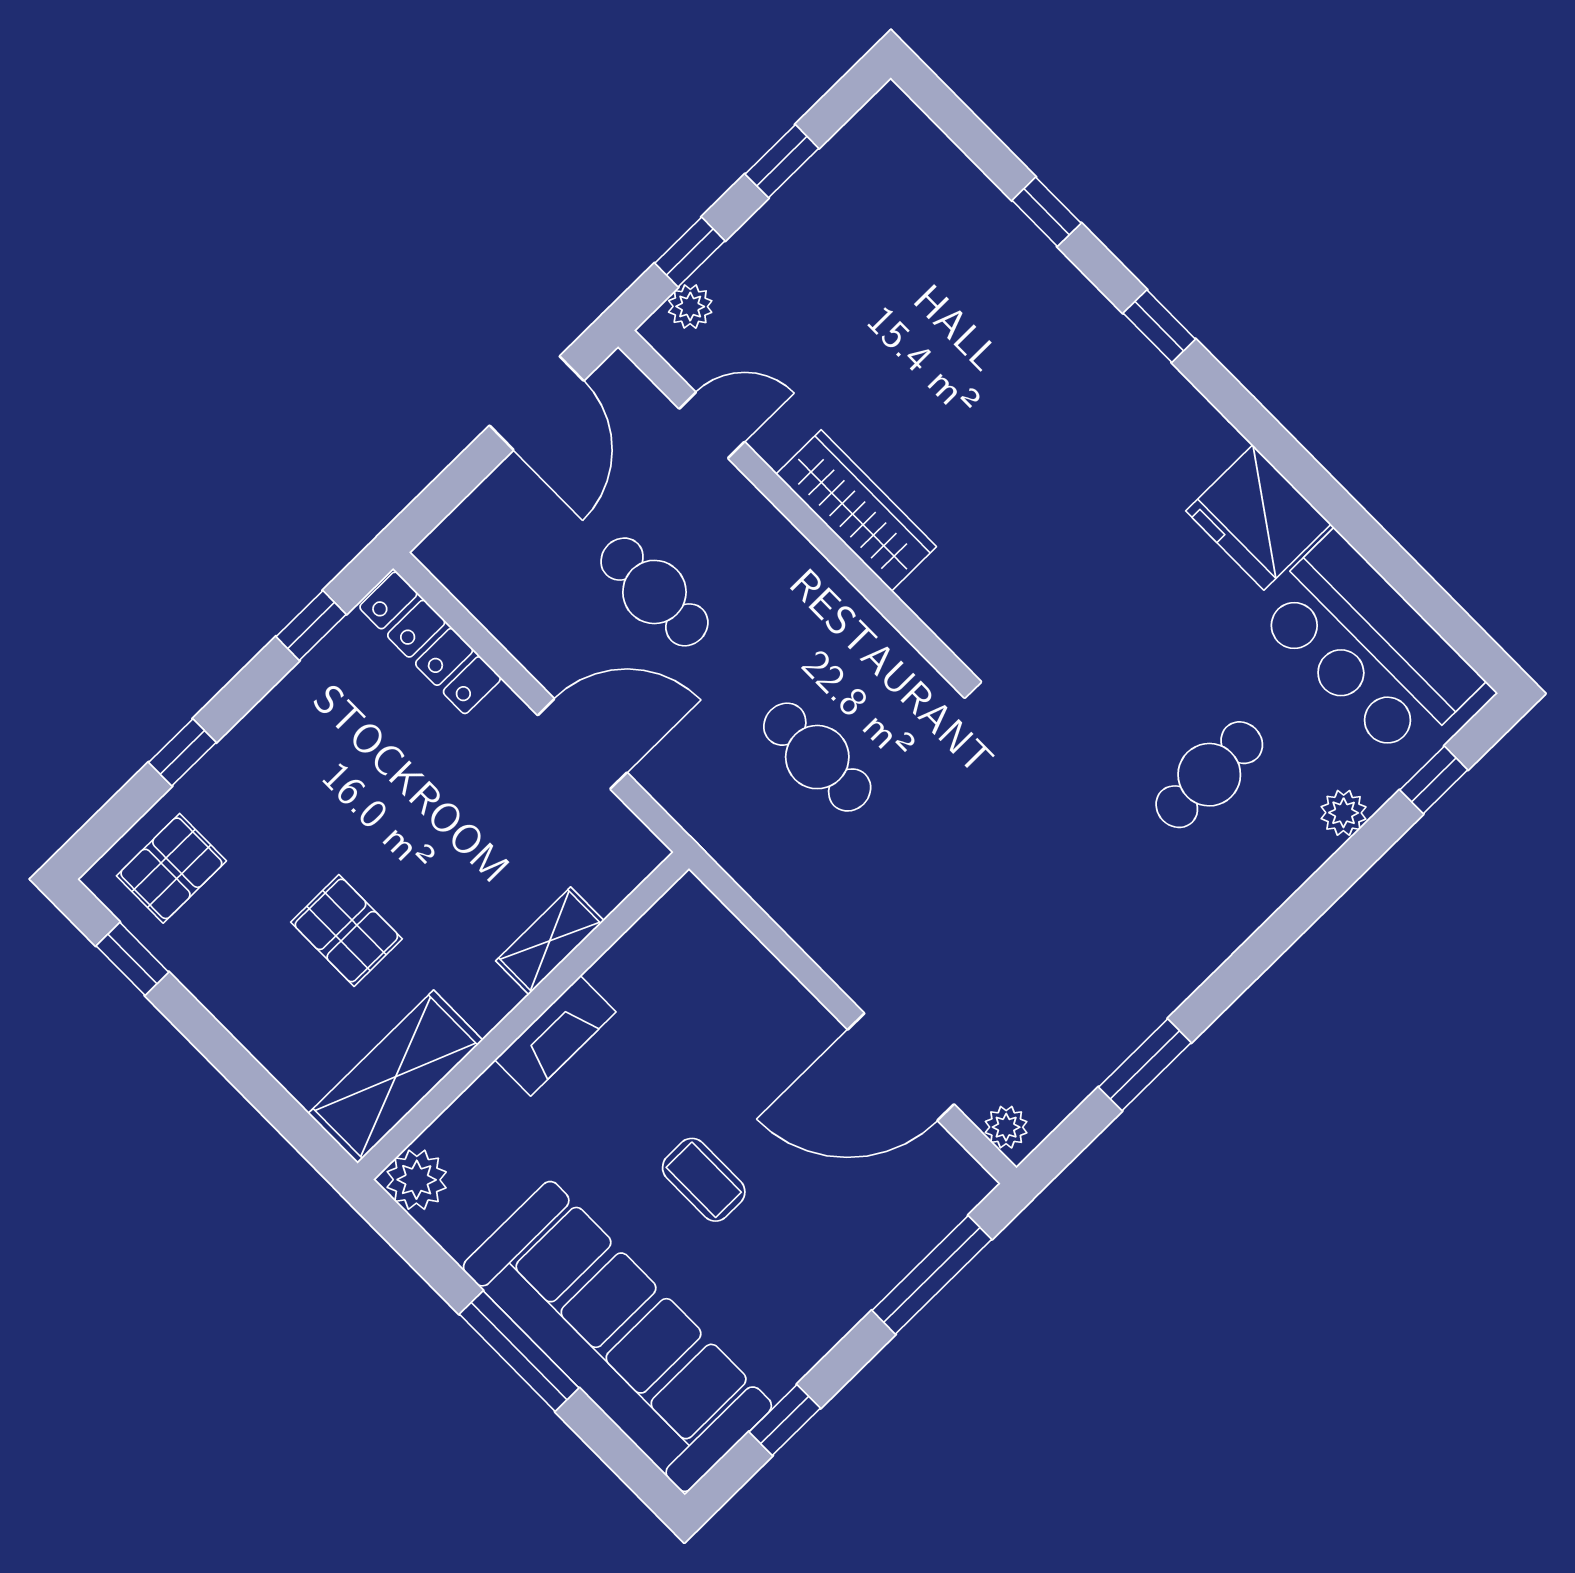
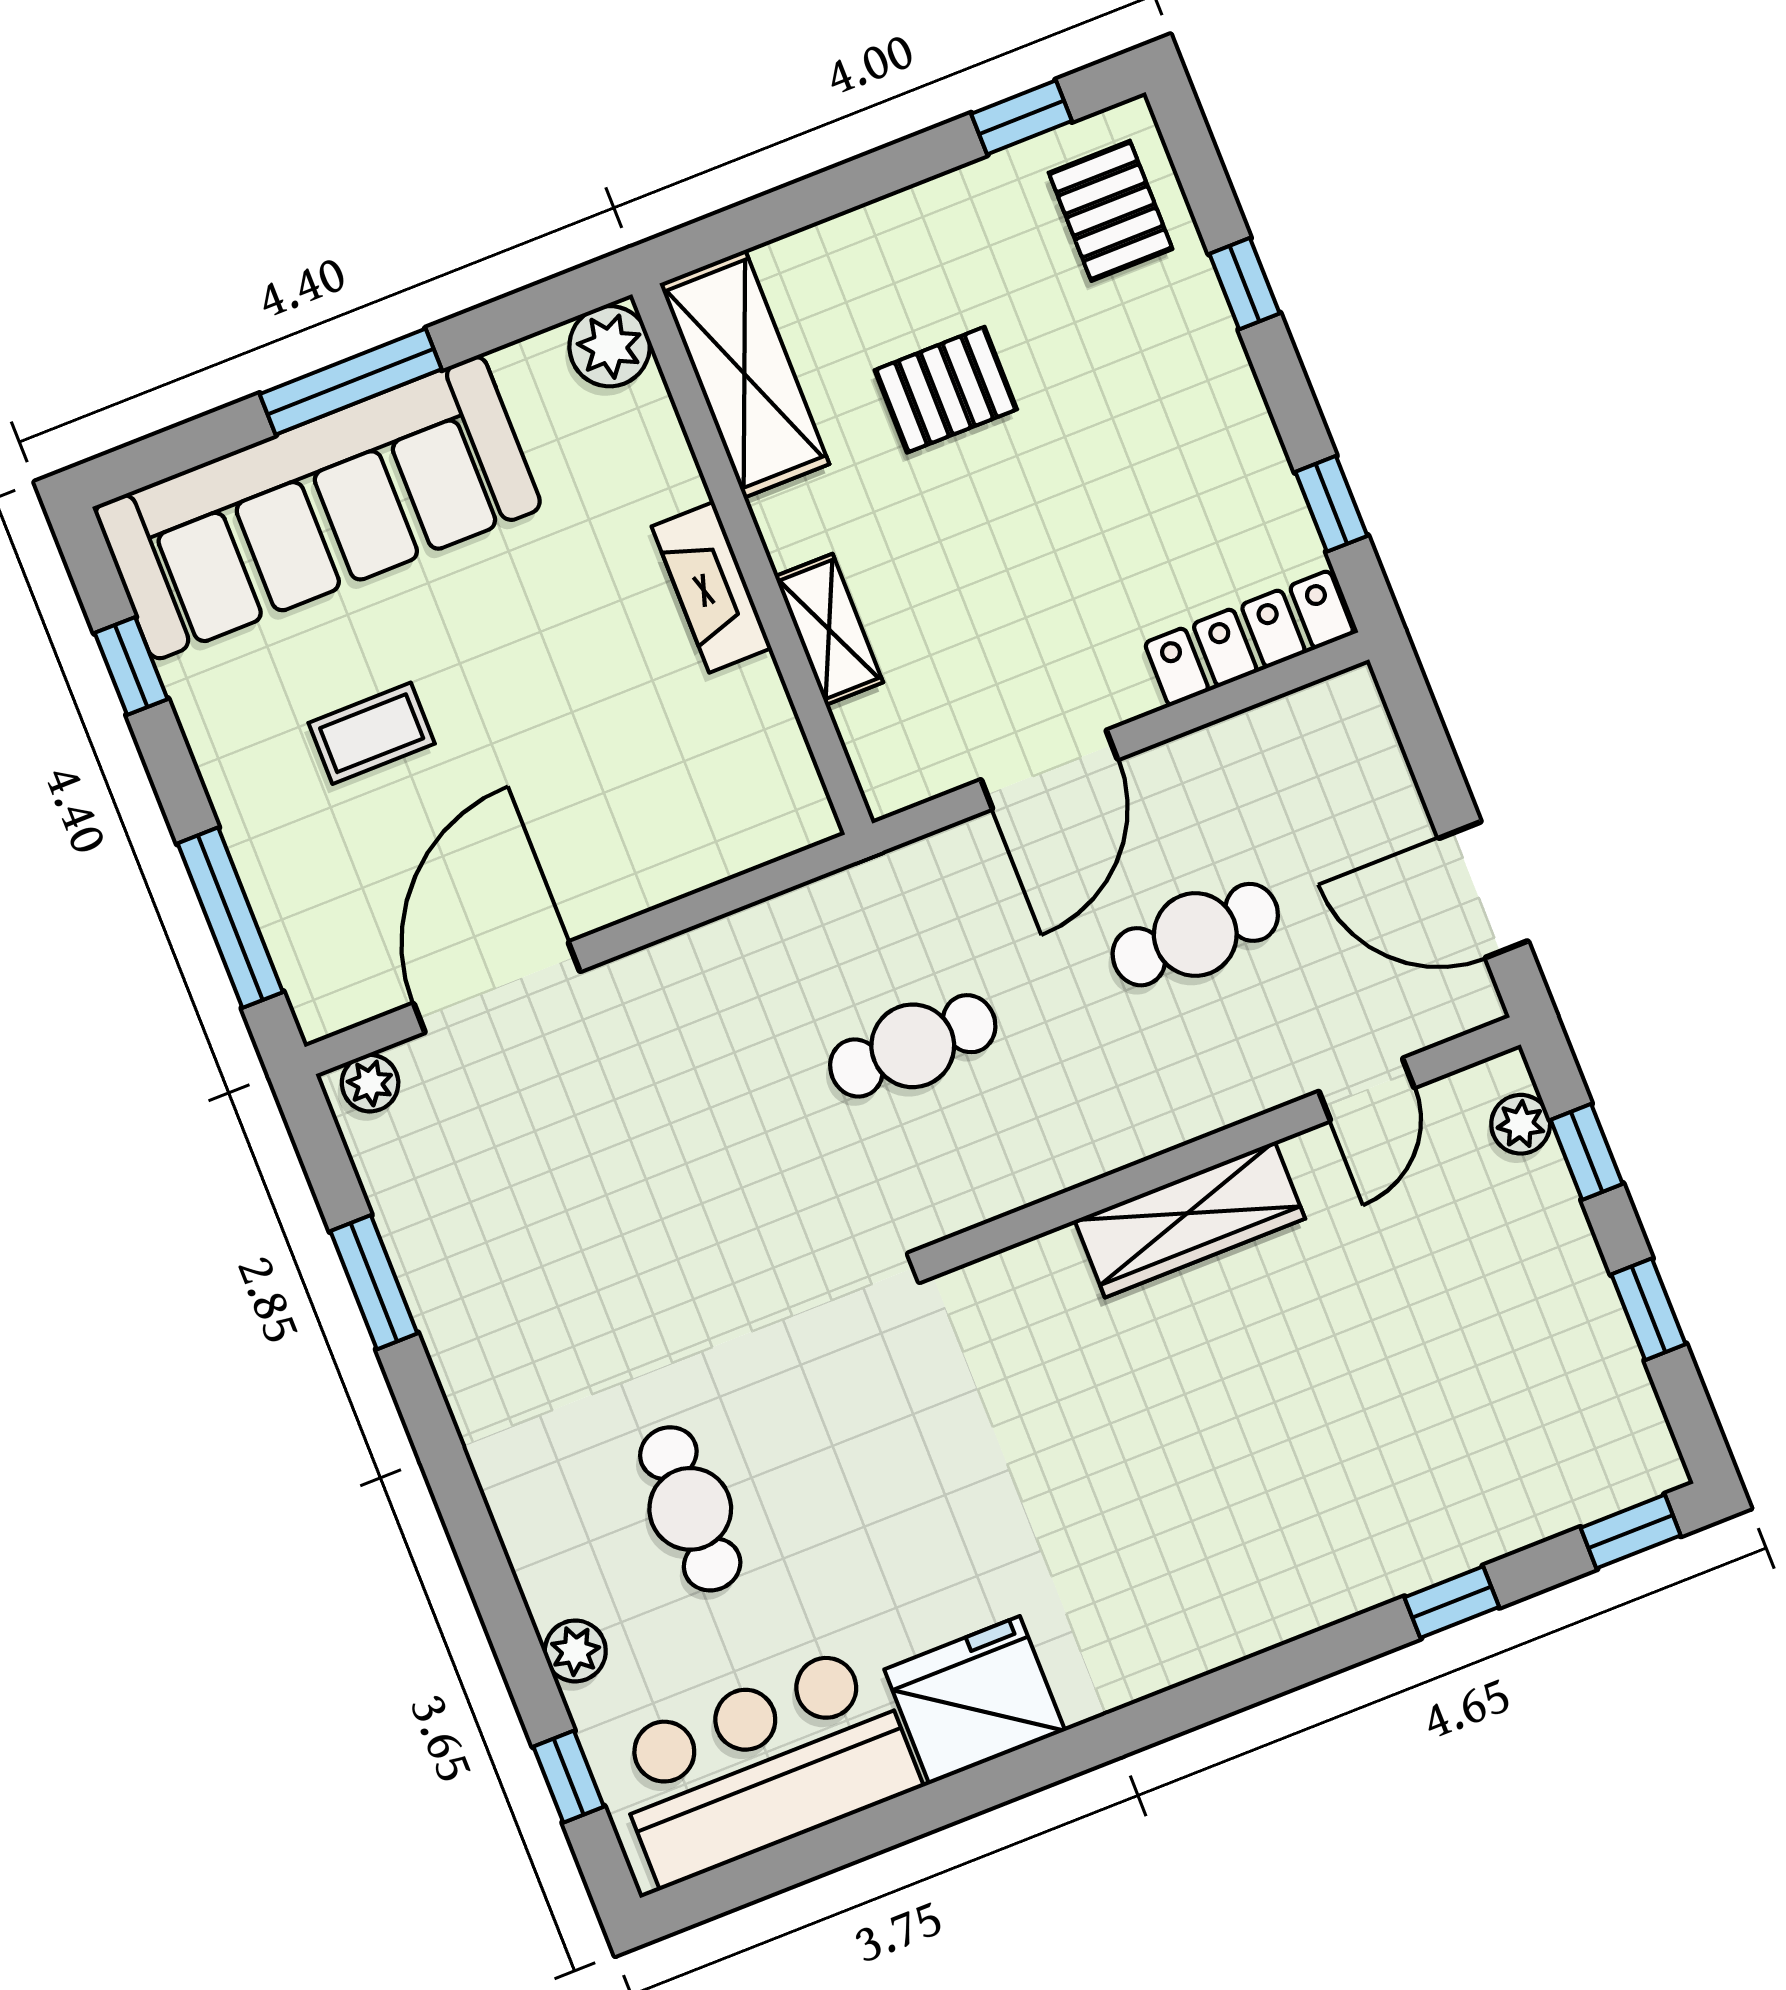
window: (1159, 326) -> (1631, 1532), moved
coffee table: (704, 1180) -> (372, 733), moved

